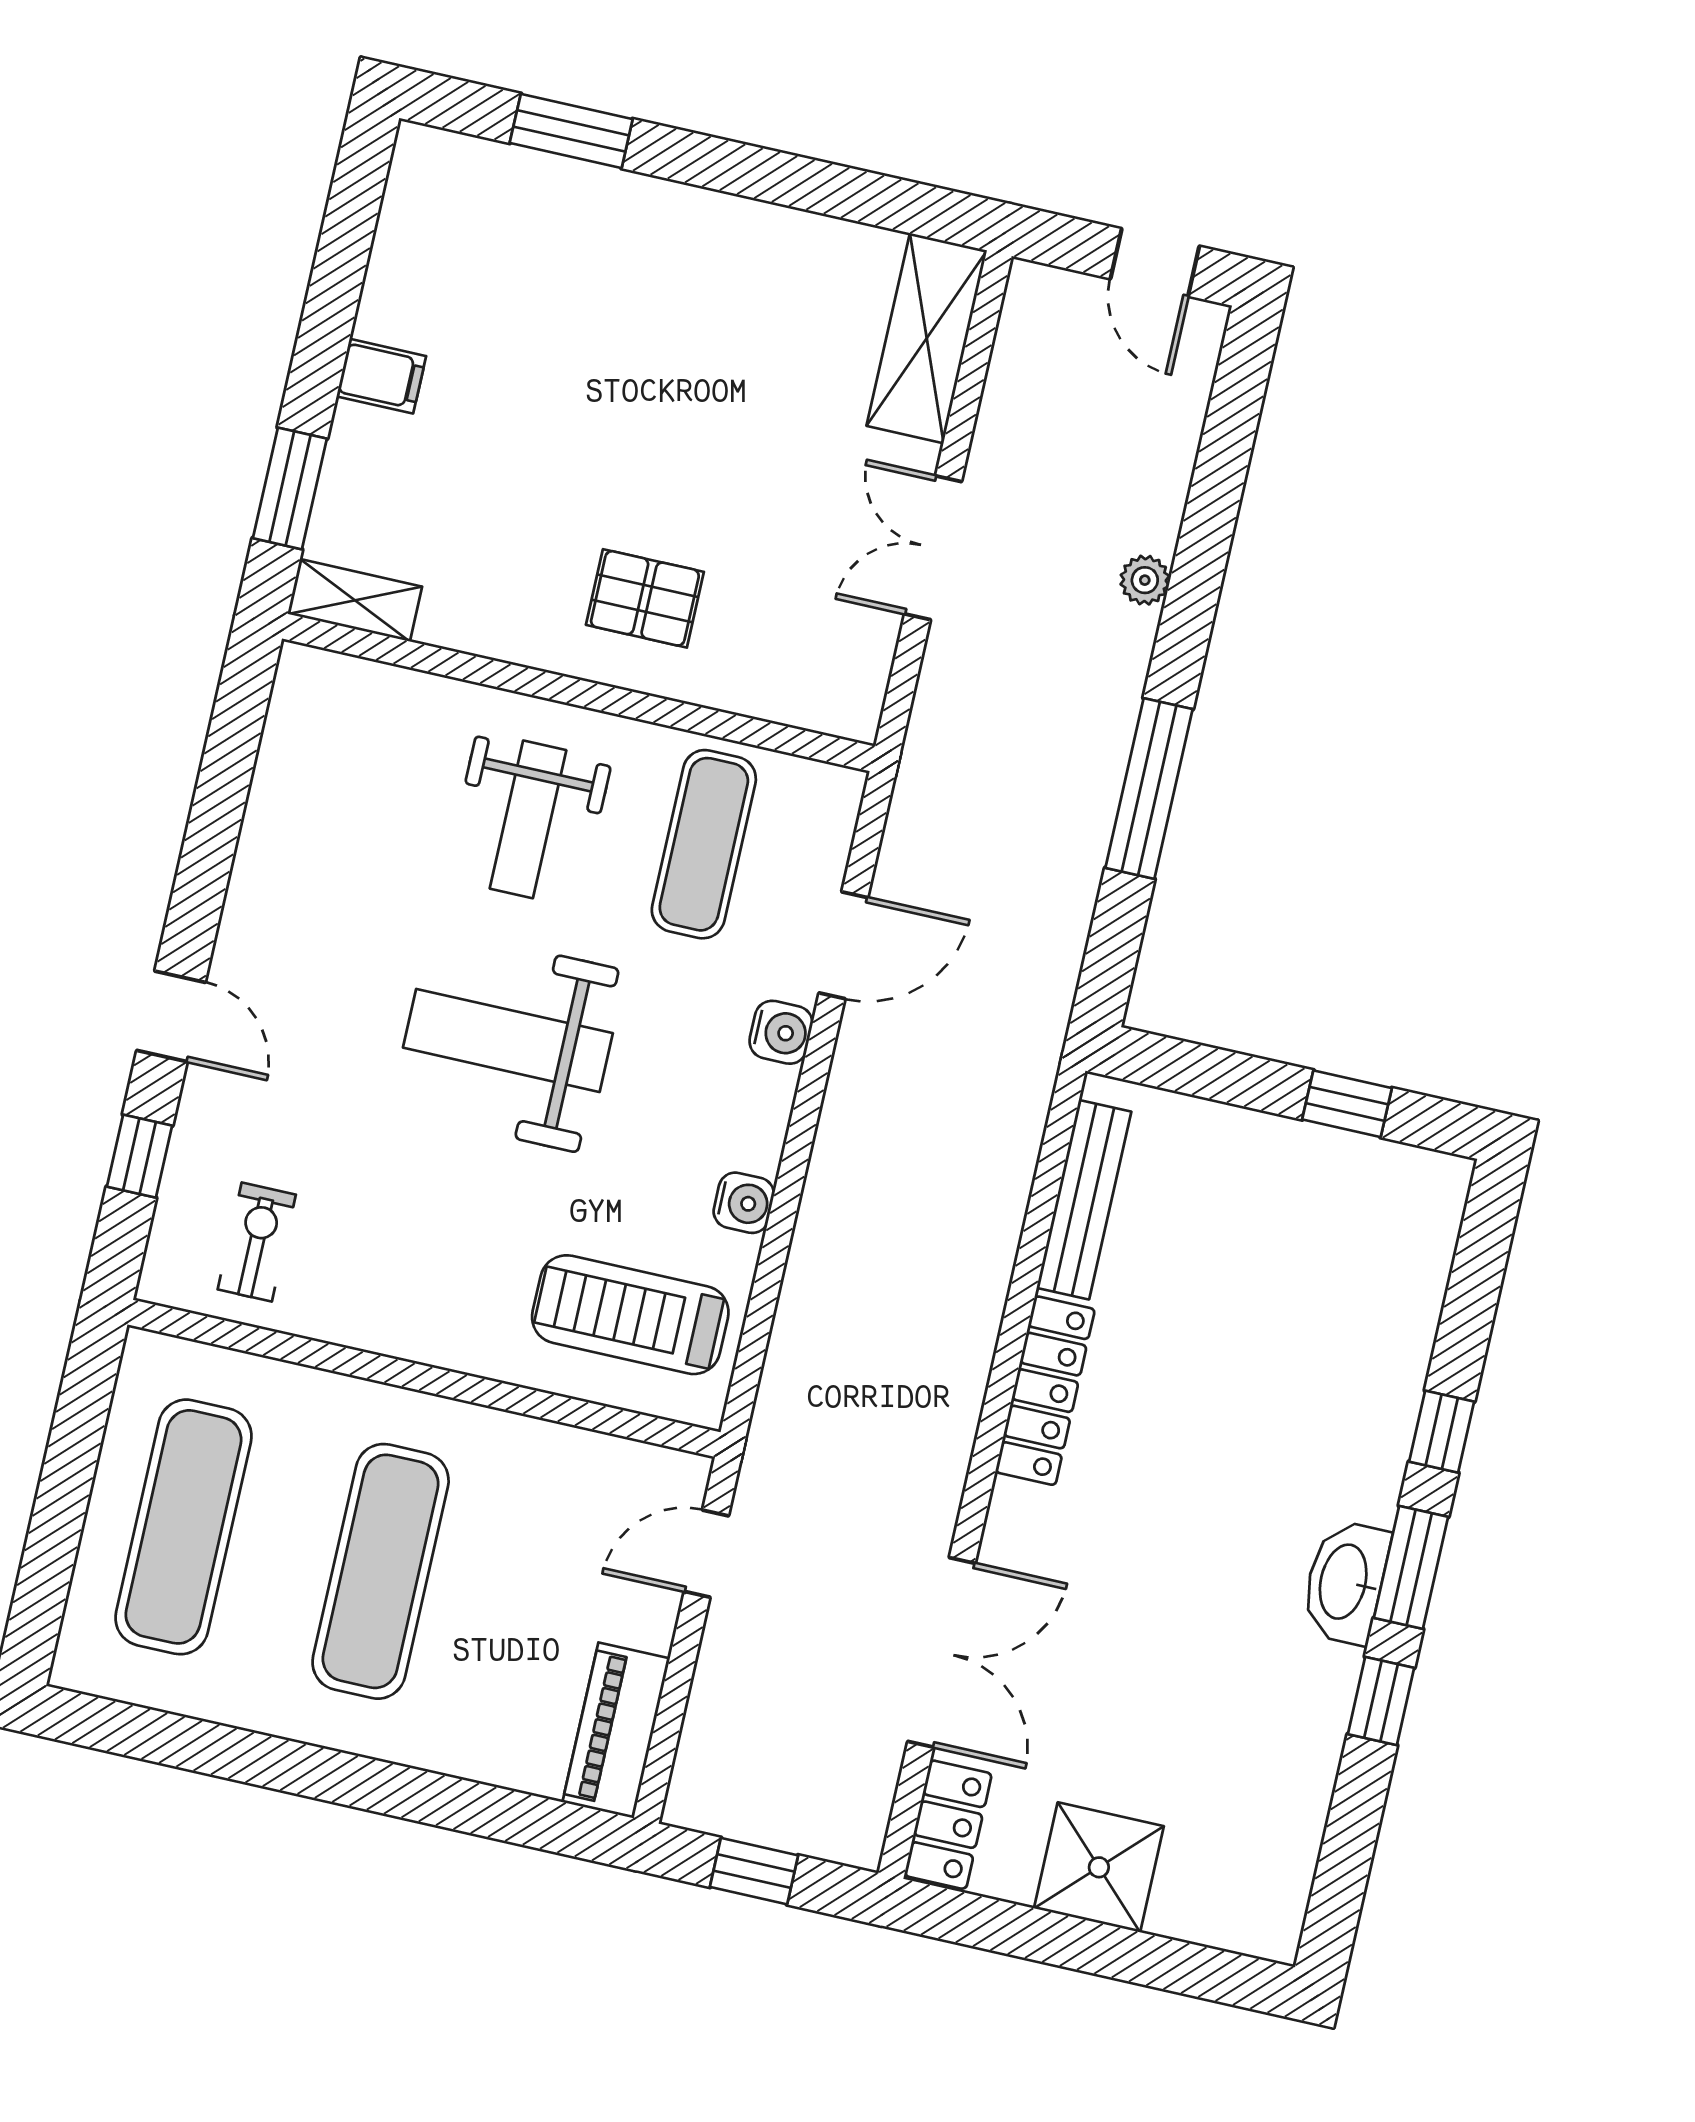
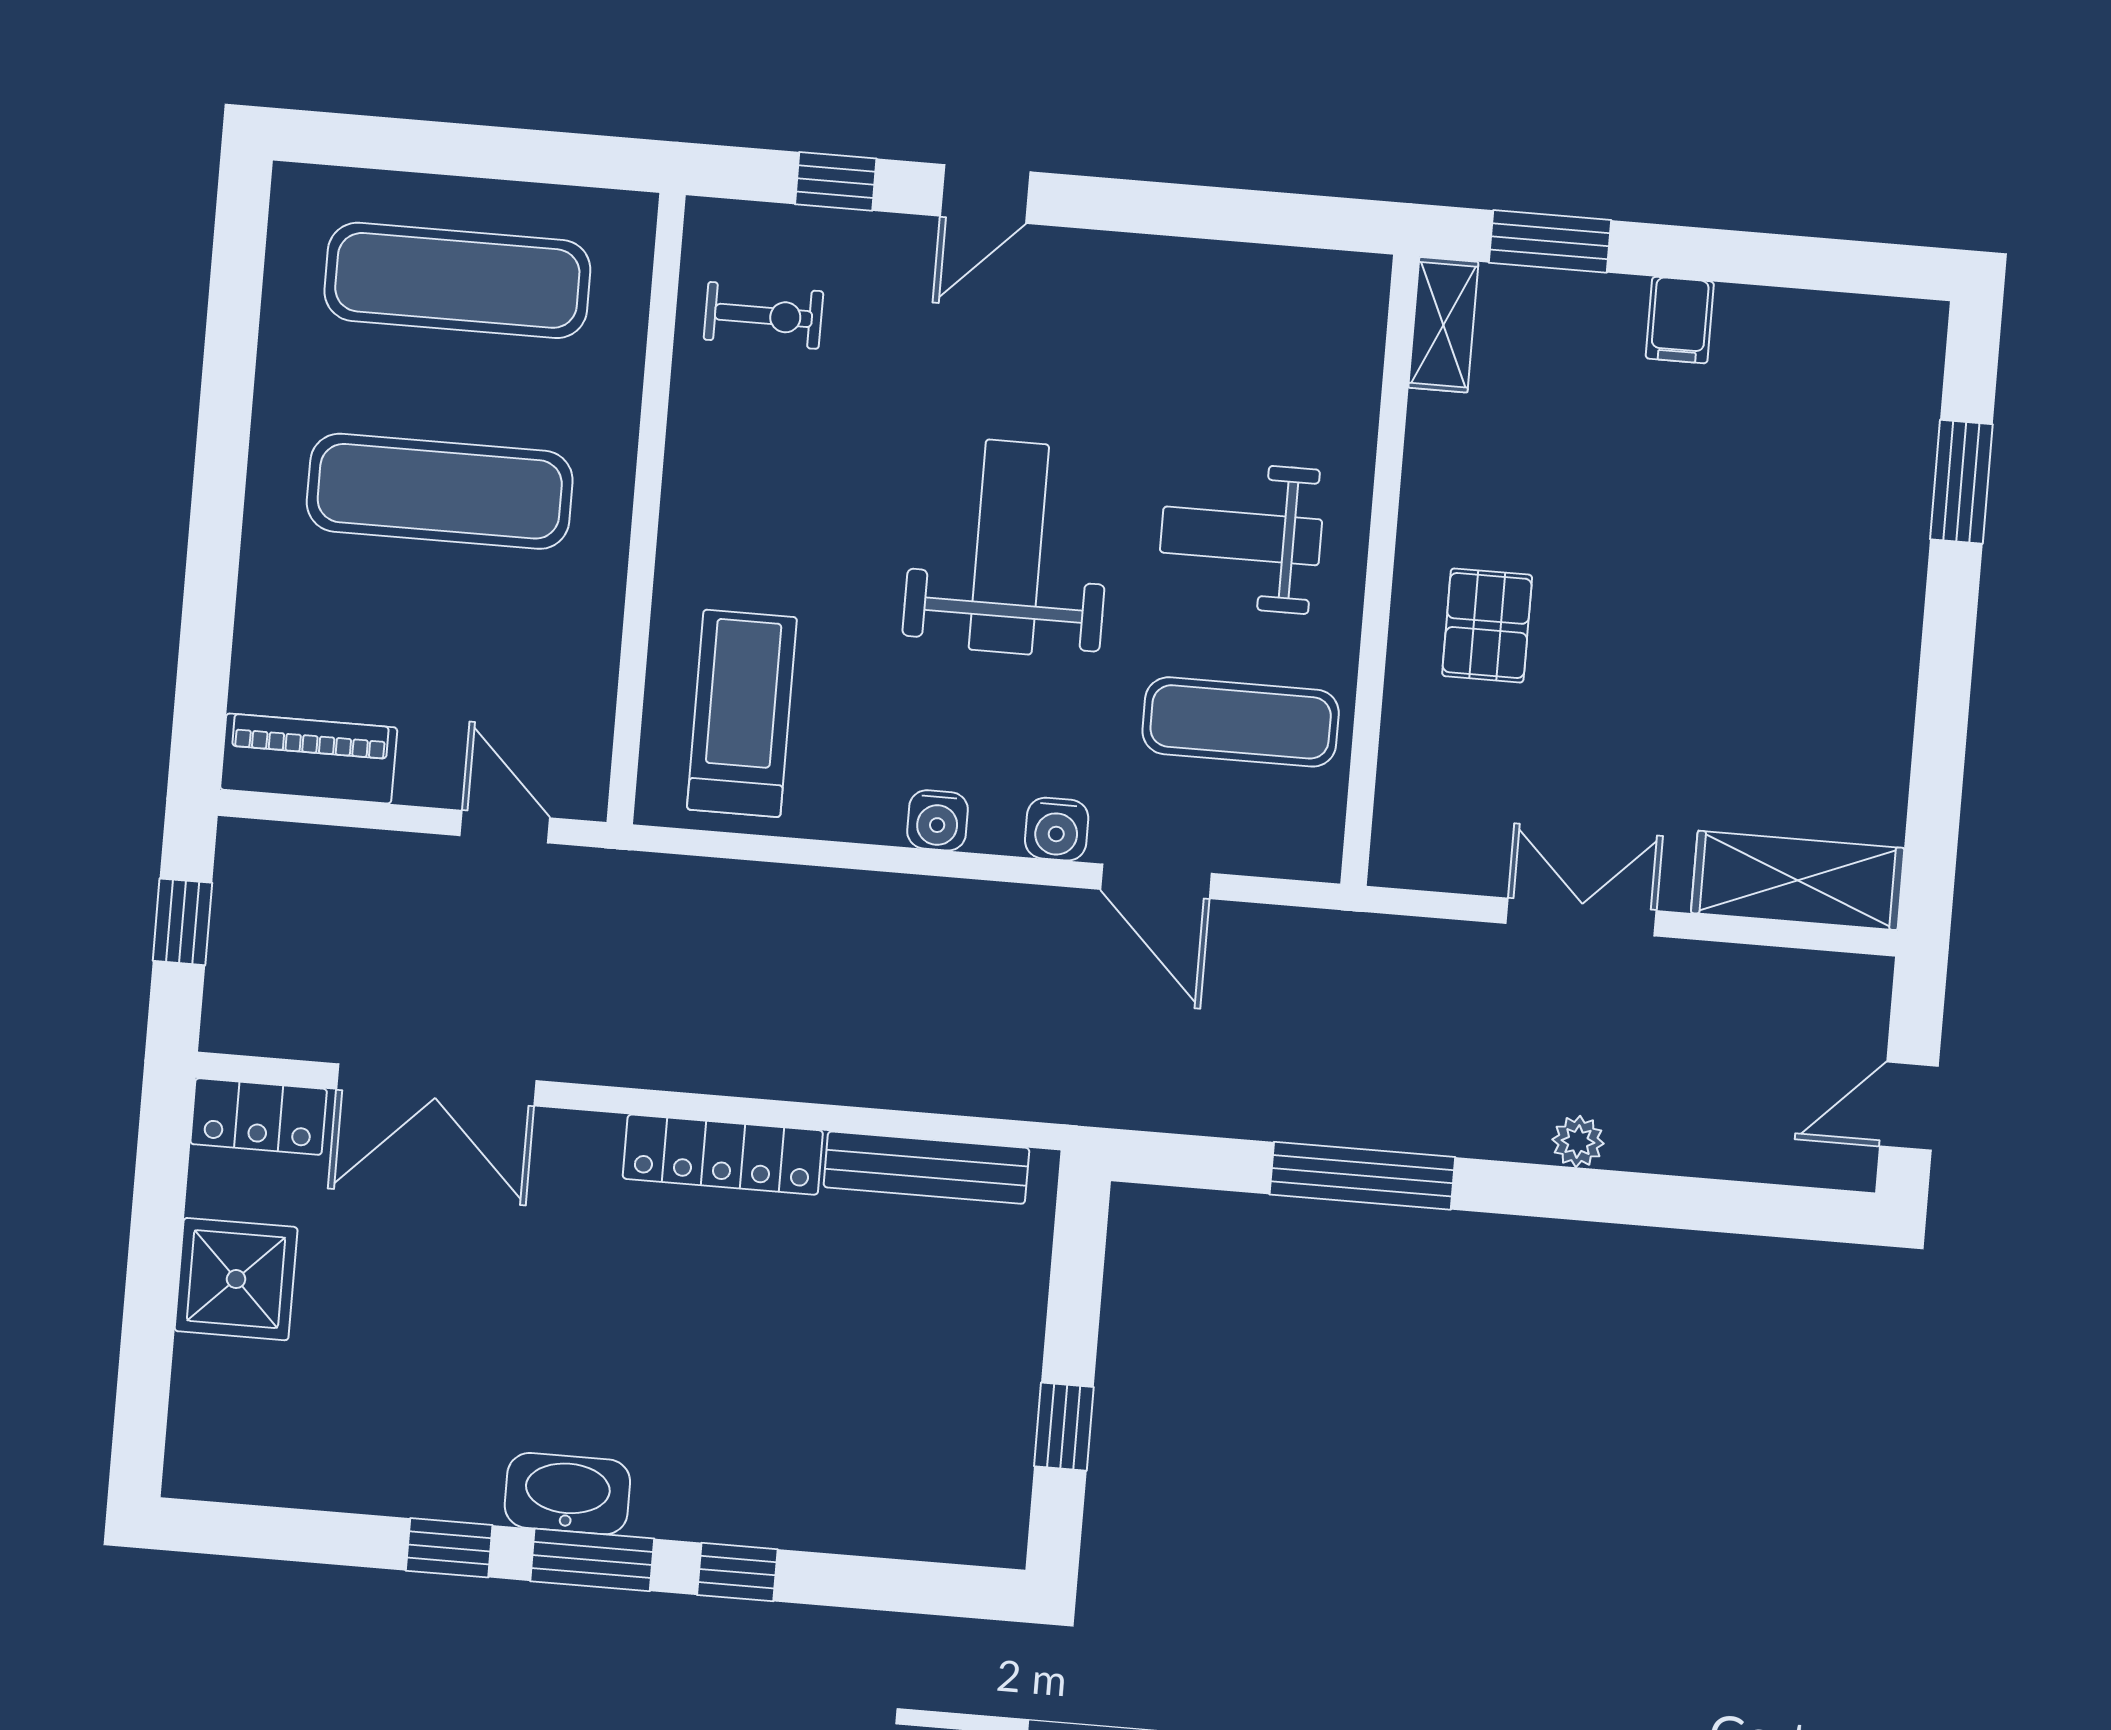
water cooler: (744, 1203) -> (938, 820), moved

